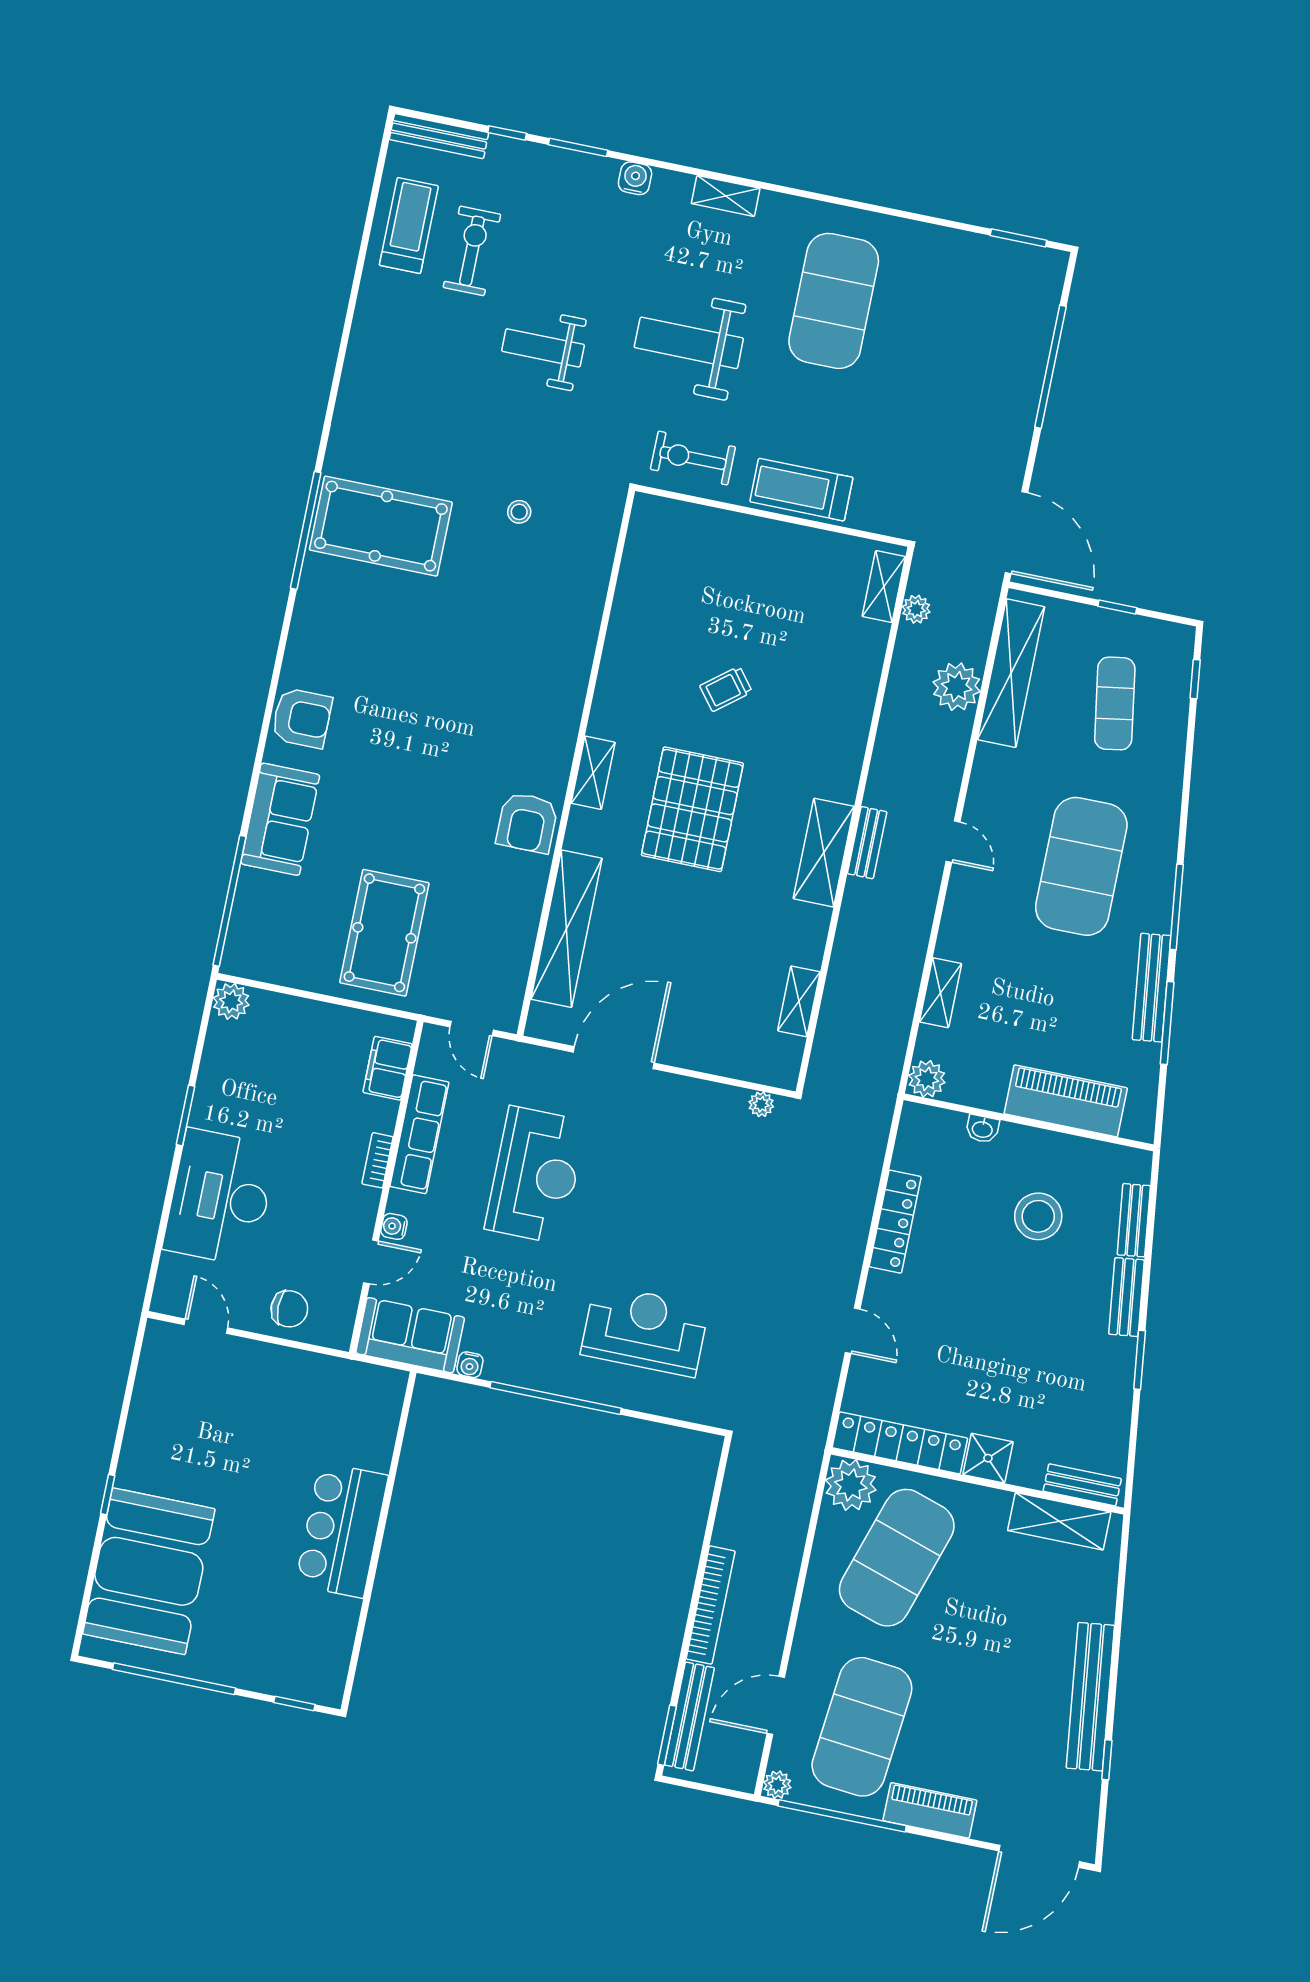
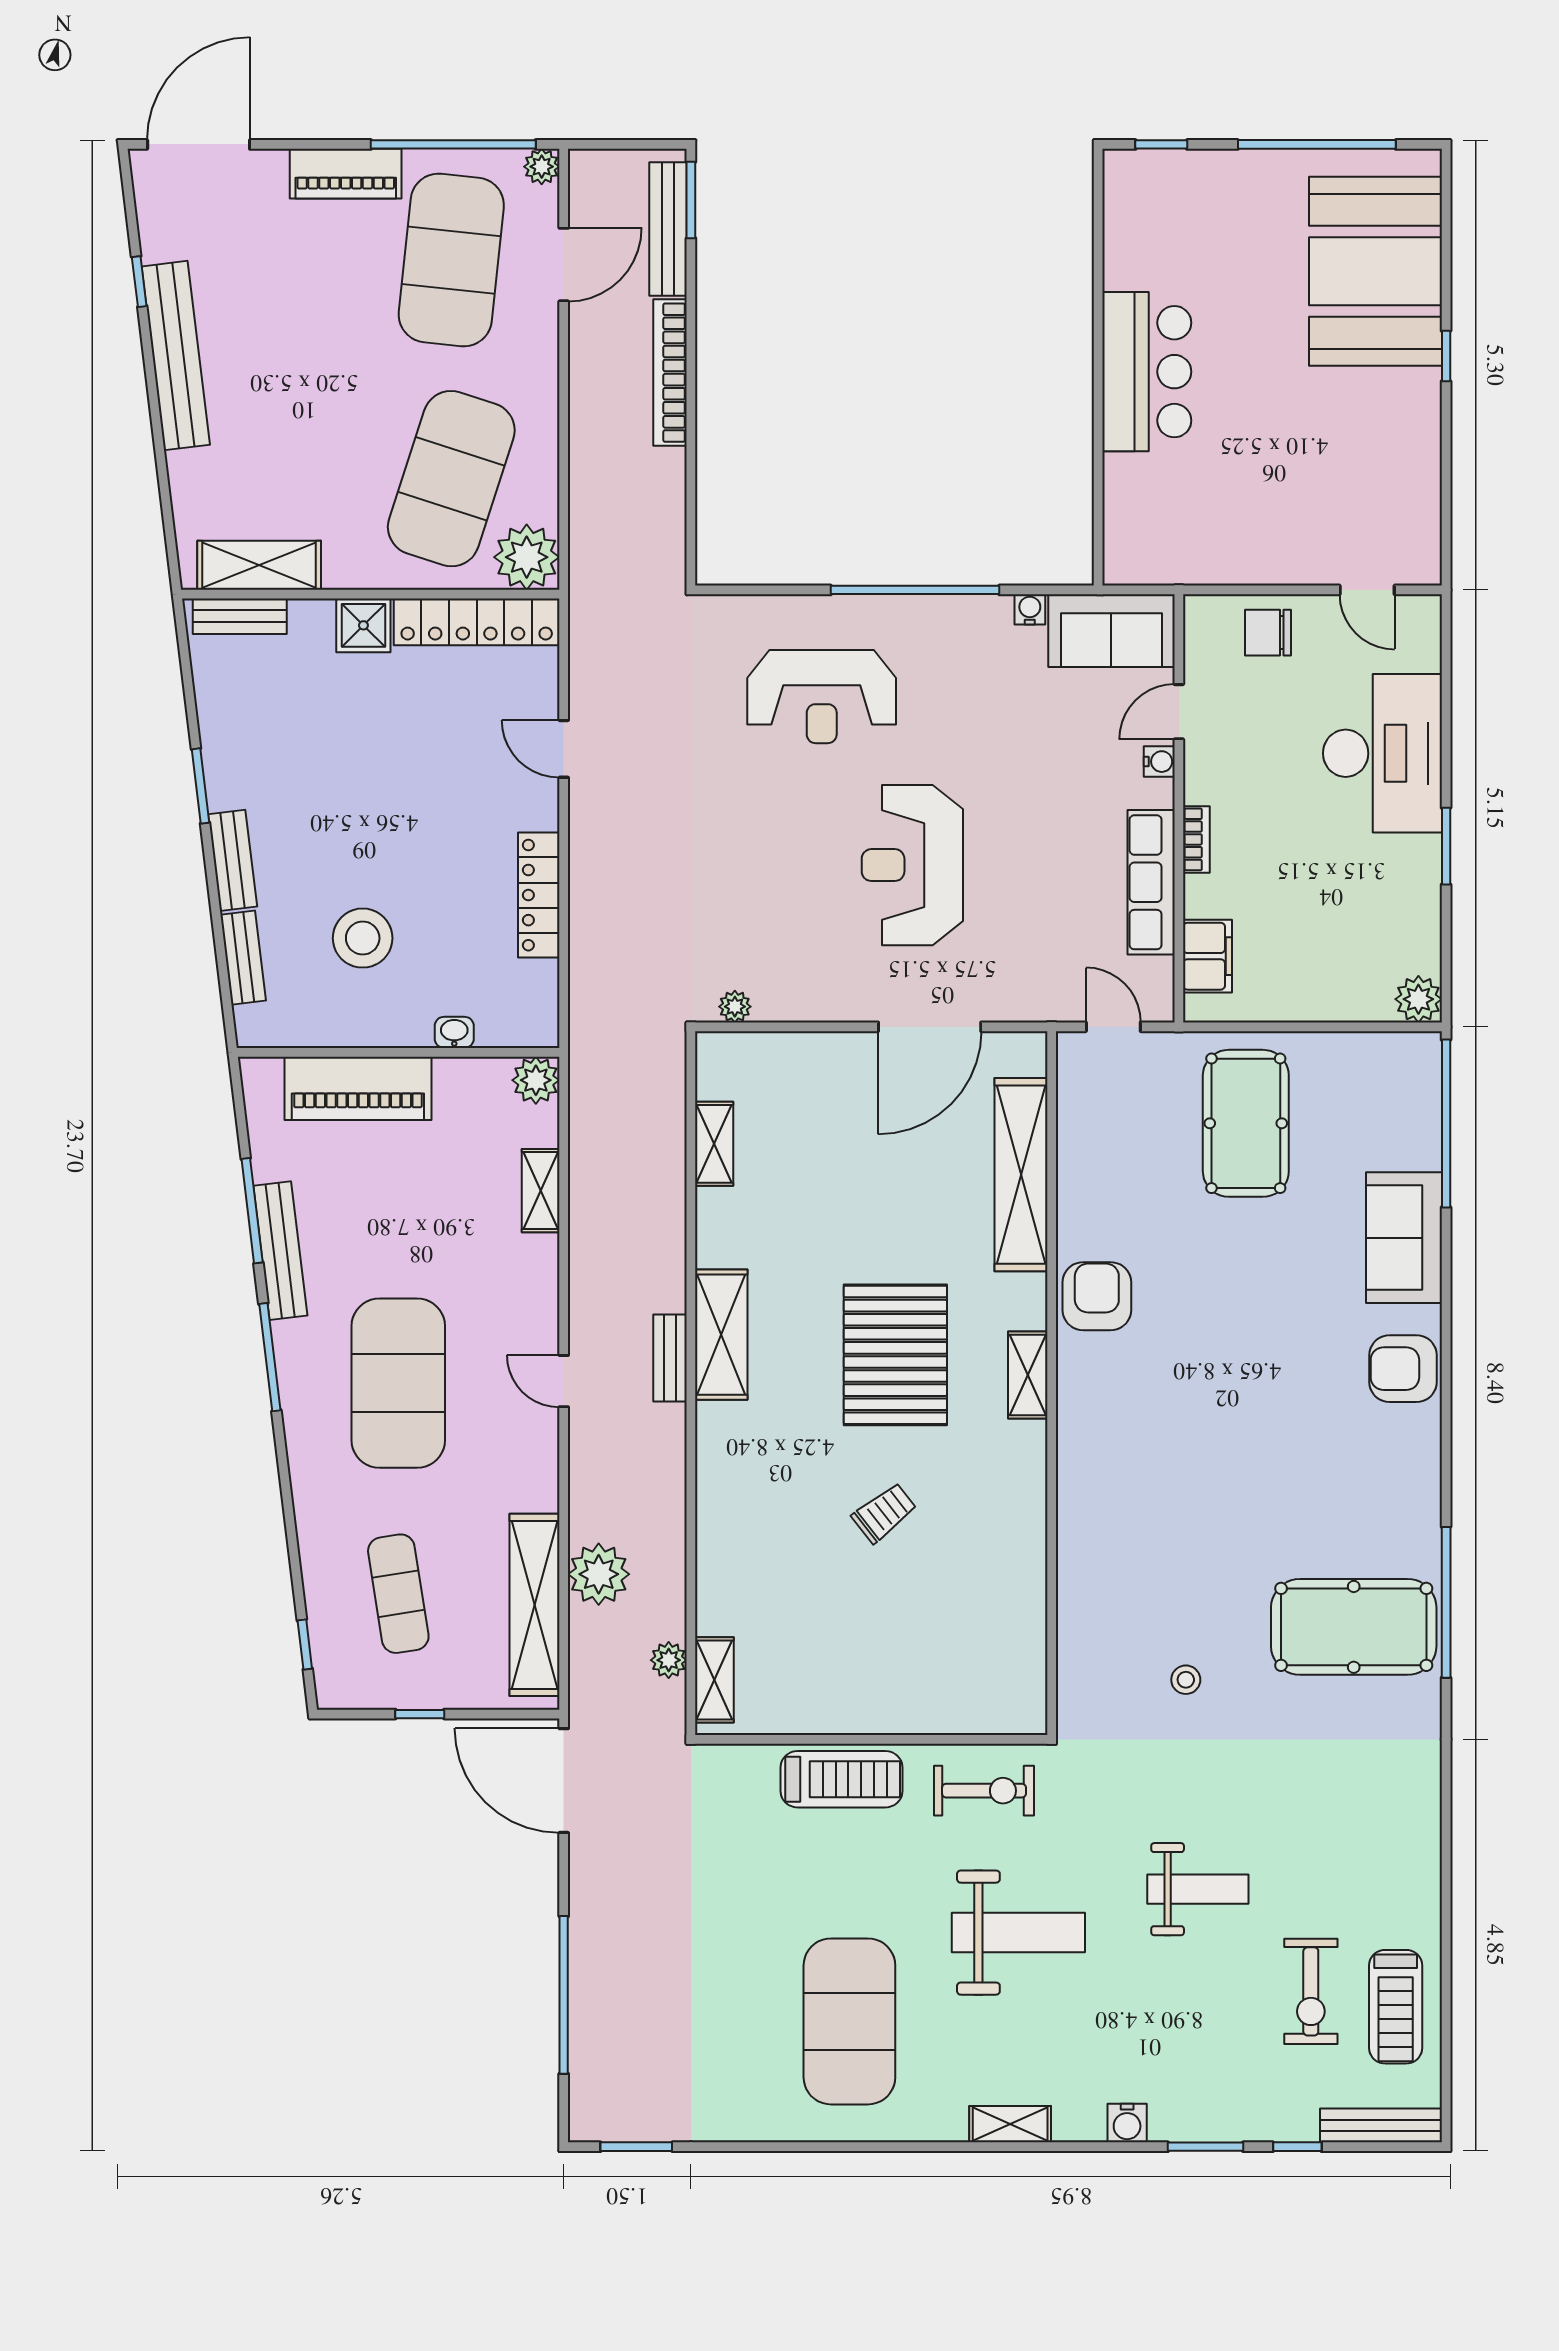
reception desk: (536, 1175) -> (912, 865), moved

